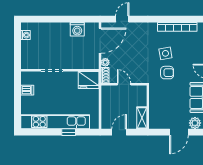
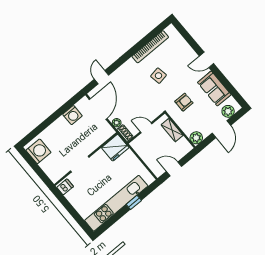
washing machine: (25, 35) -> (38, 151), width x1.89, depth x1.89
armchair: (167, 73) -> (184, 102), moved
dishwasher: (27, 90) -> (65, 187), moved
shelving: (142, 118) -> (172, 130), moved
plant: (155, 123) -> (196, 138), added
door: (119, 132) -> (174, 169), hinge flipped

